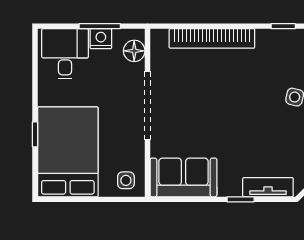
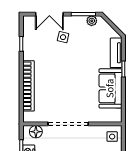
sofa: (184, 177) -> (110, 88), moved

